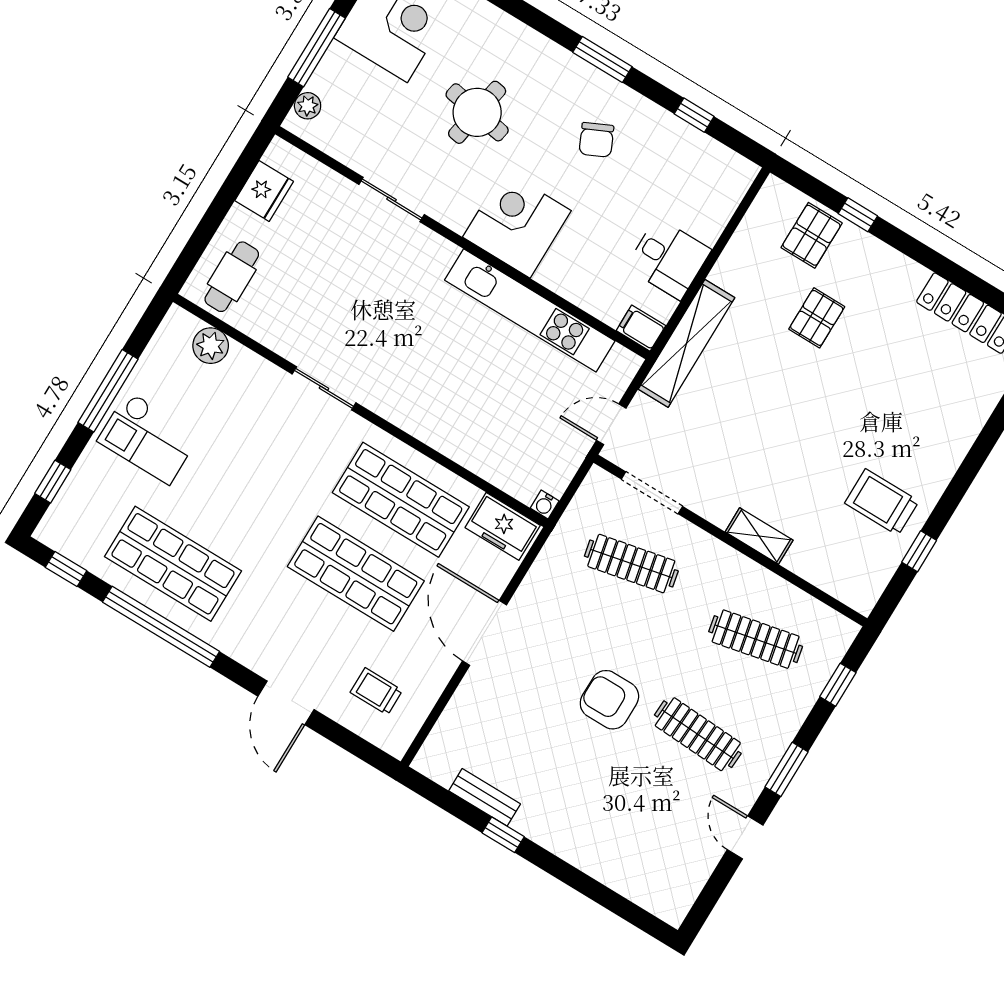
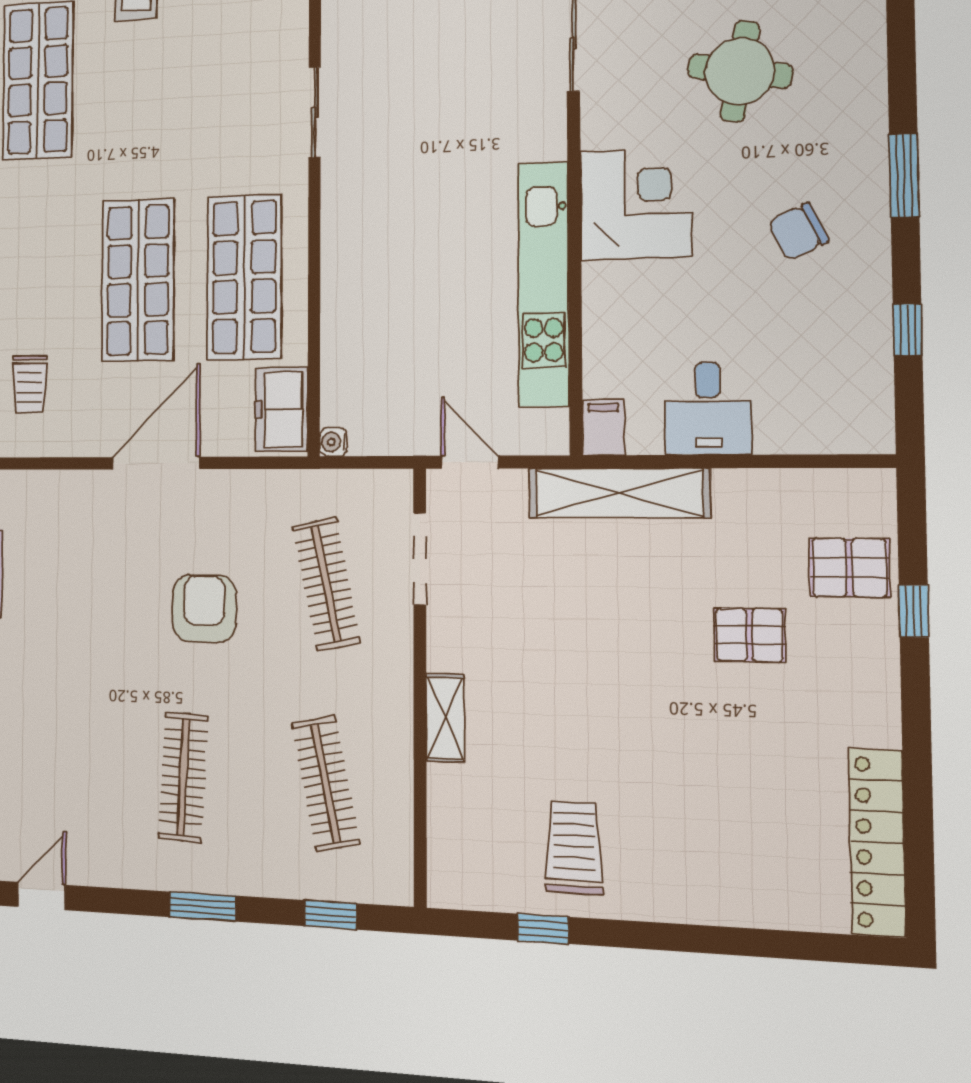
trolley: (376, 691) -> (30, 384), turned 180
armchair: (609, 700) -> (204, 609), moved
door: (745, 837) -> (41, 896), moved

